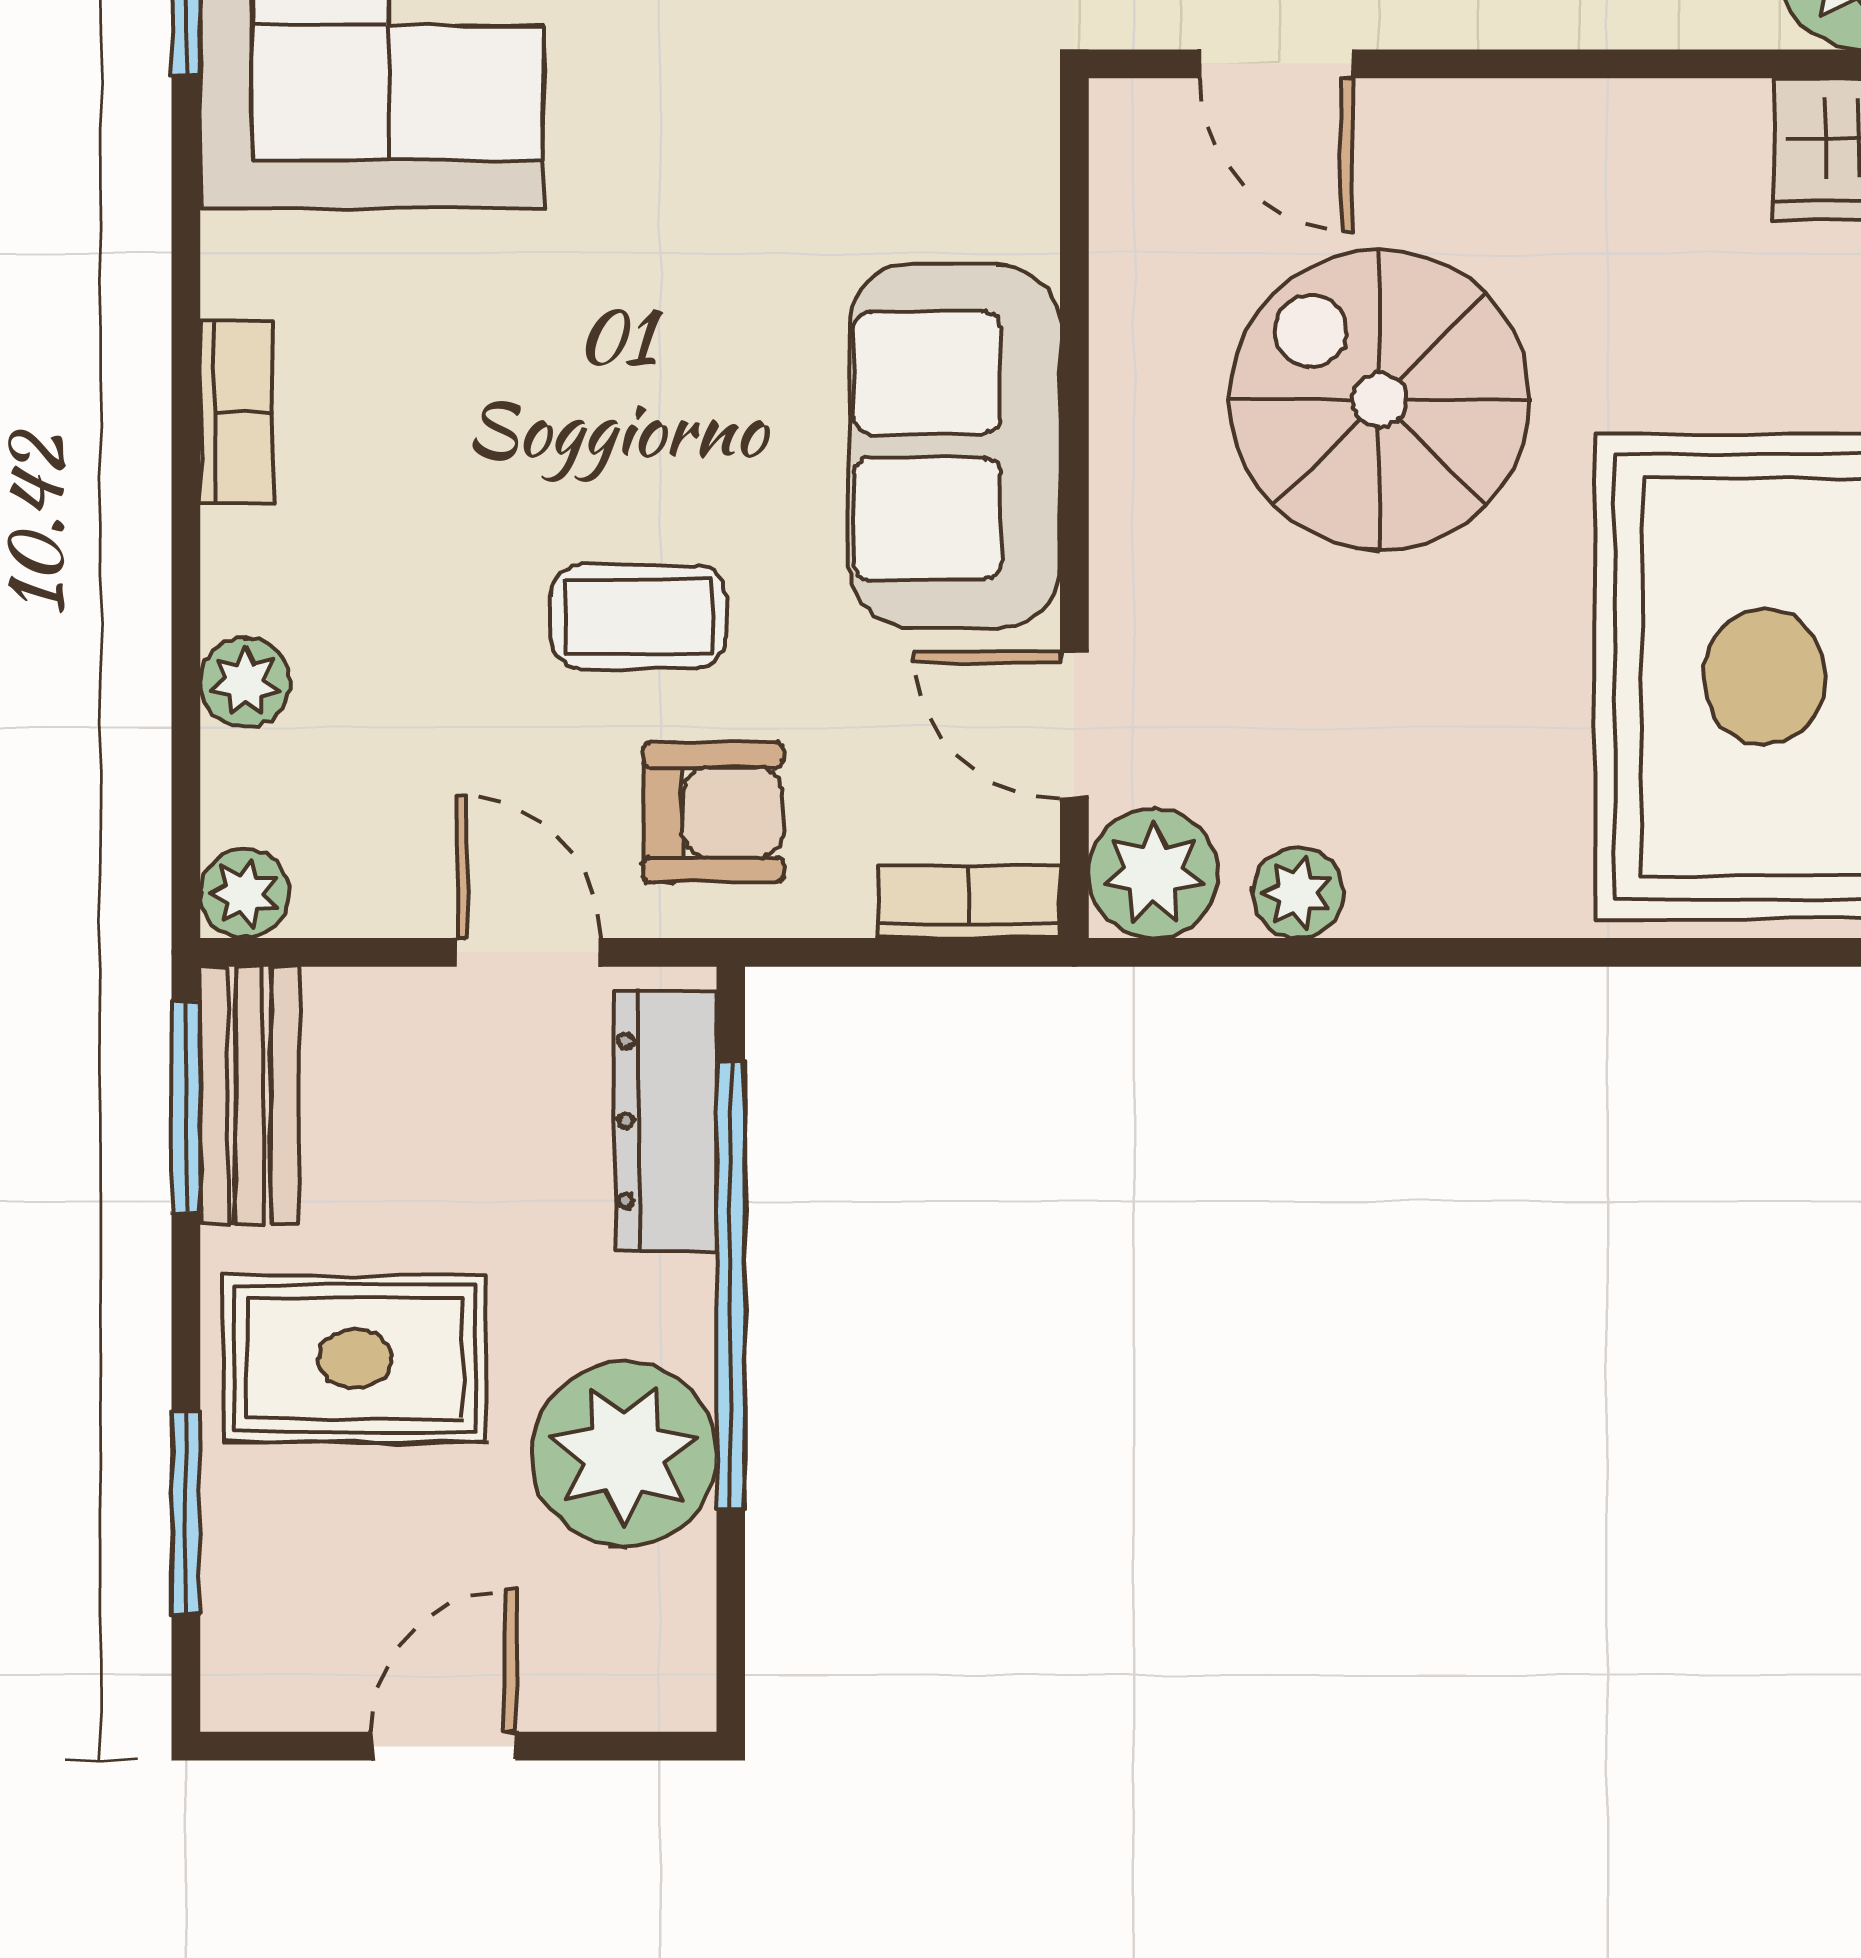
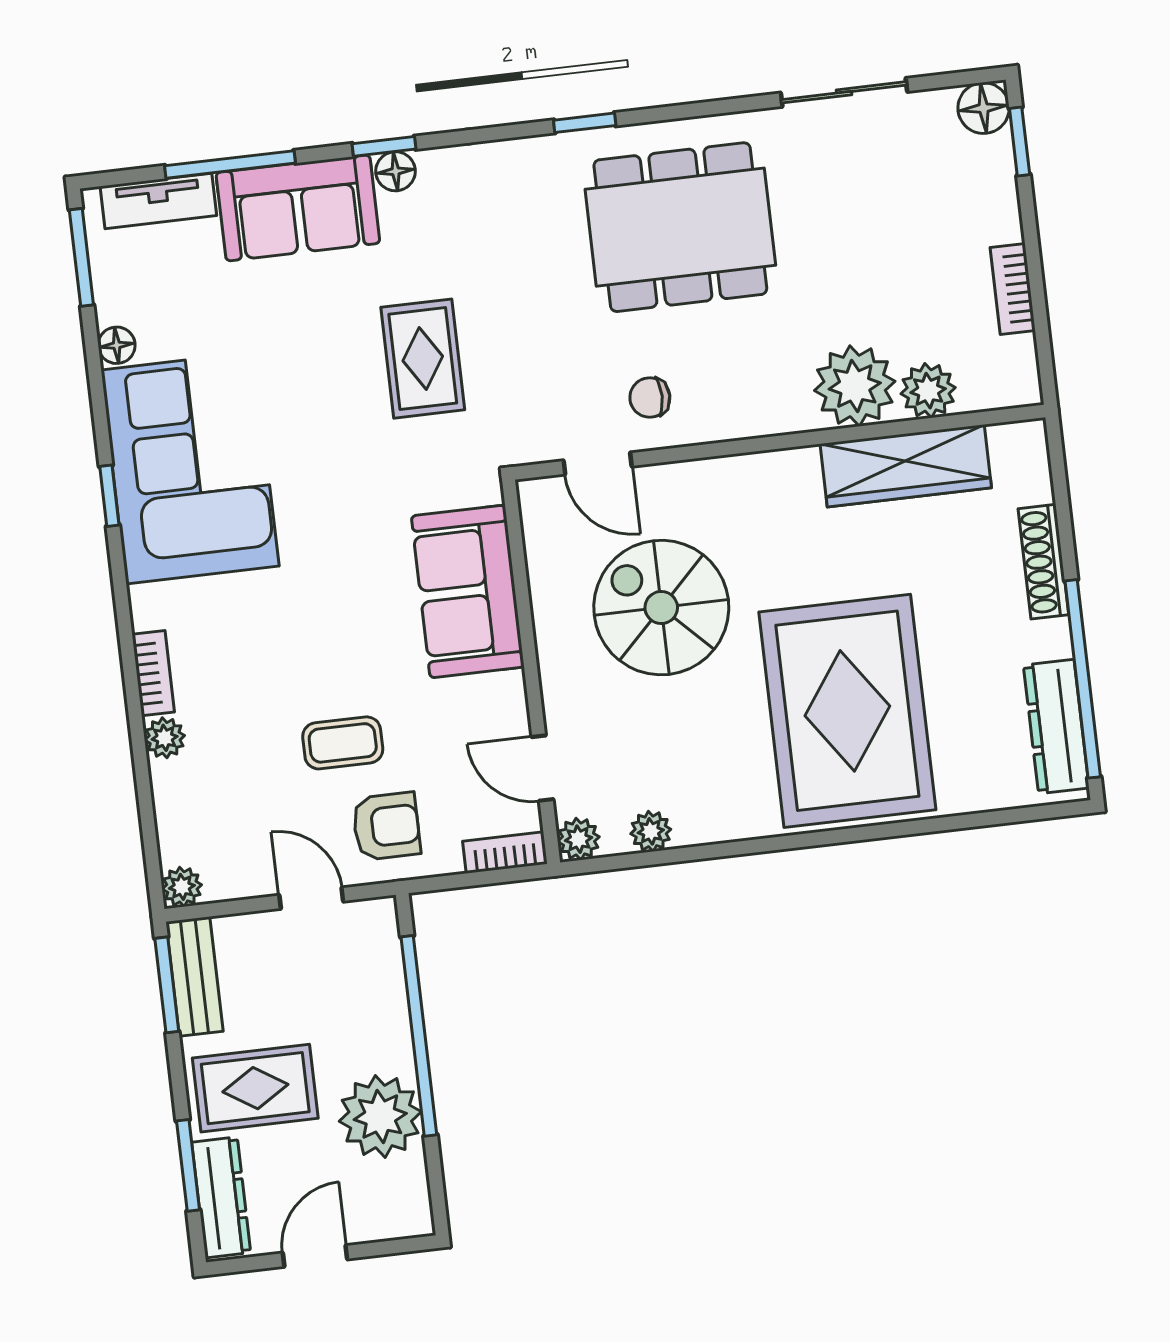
sofa: (955, 446) -> (468, 591), moved
plant: (245, 682) -> (165, 738), moved
plant: (1153, 873) -> (578, 839), width x0.73, depth x0.73
dresser: (666, 1121) -> (221, 1197), moved, turned 180

